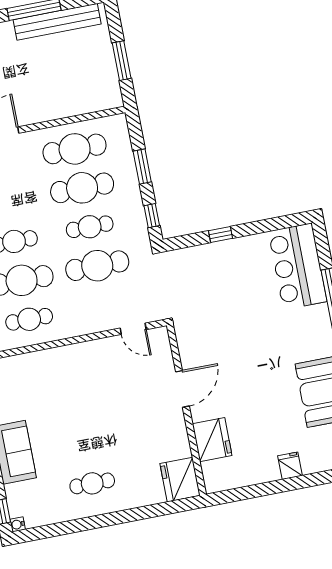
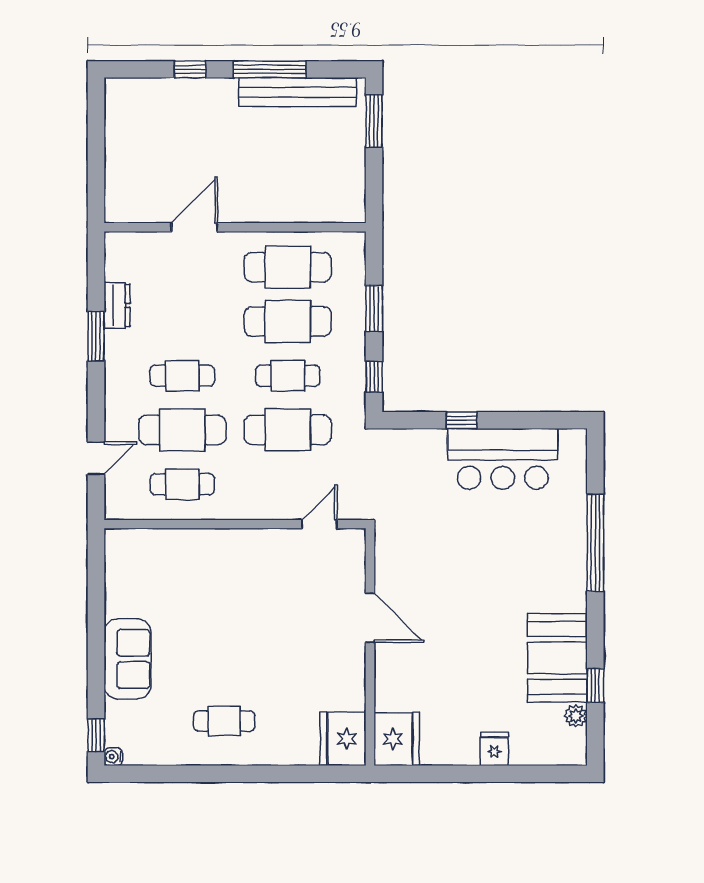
window: (122, 61) -> (374, 121), moved
bar counter: (298, 266) -> (503, 459), moved, turned -90
door: (133, 329) -> (319, 524), swing flipped
door: (182, 389) -> (370, 618), hinge flipped
fridge: (212, 440) -> (397, 739), moved

